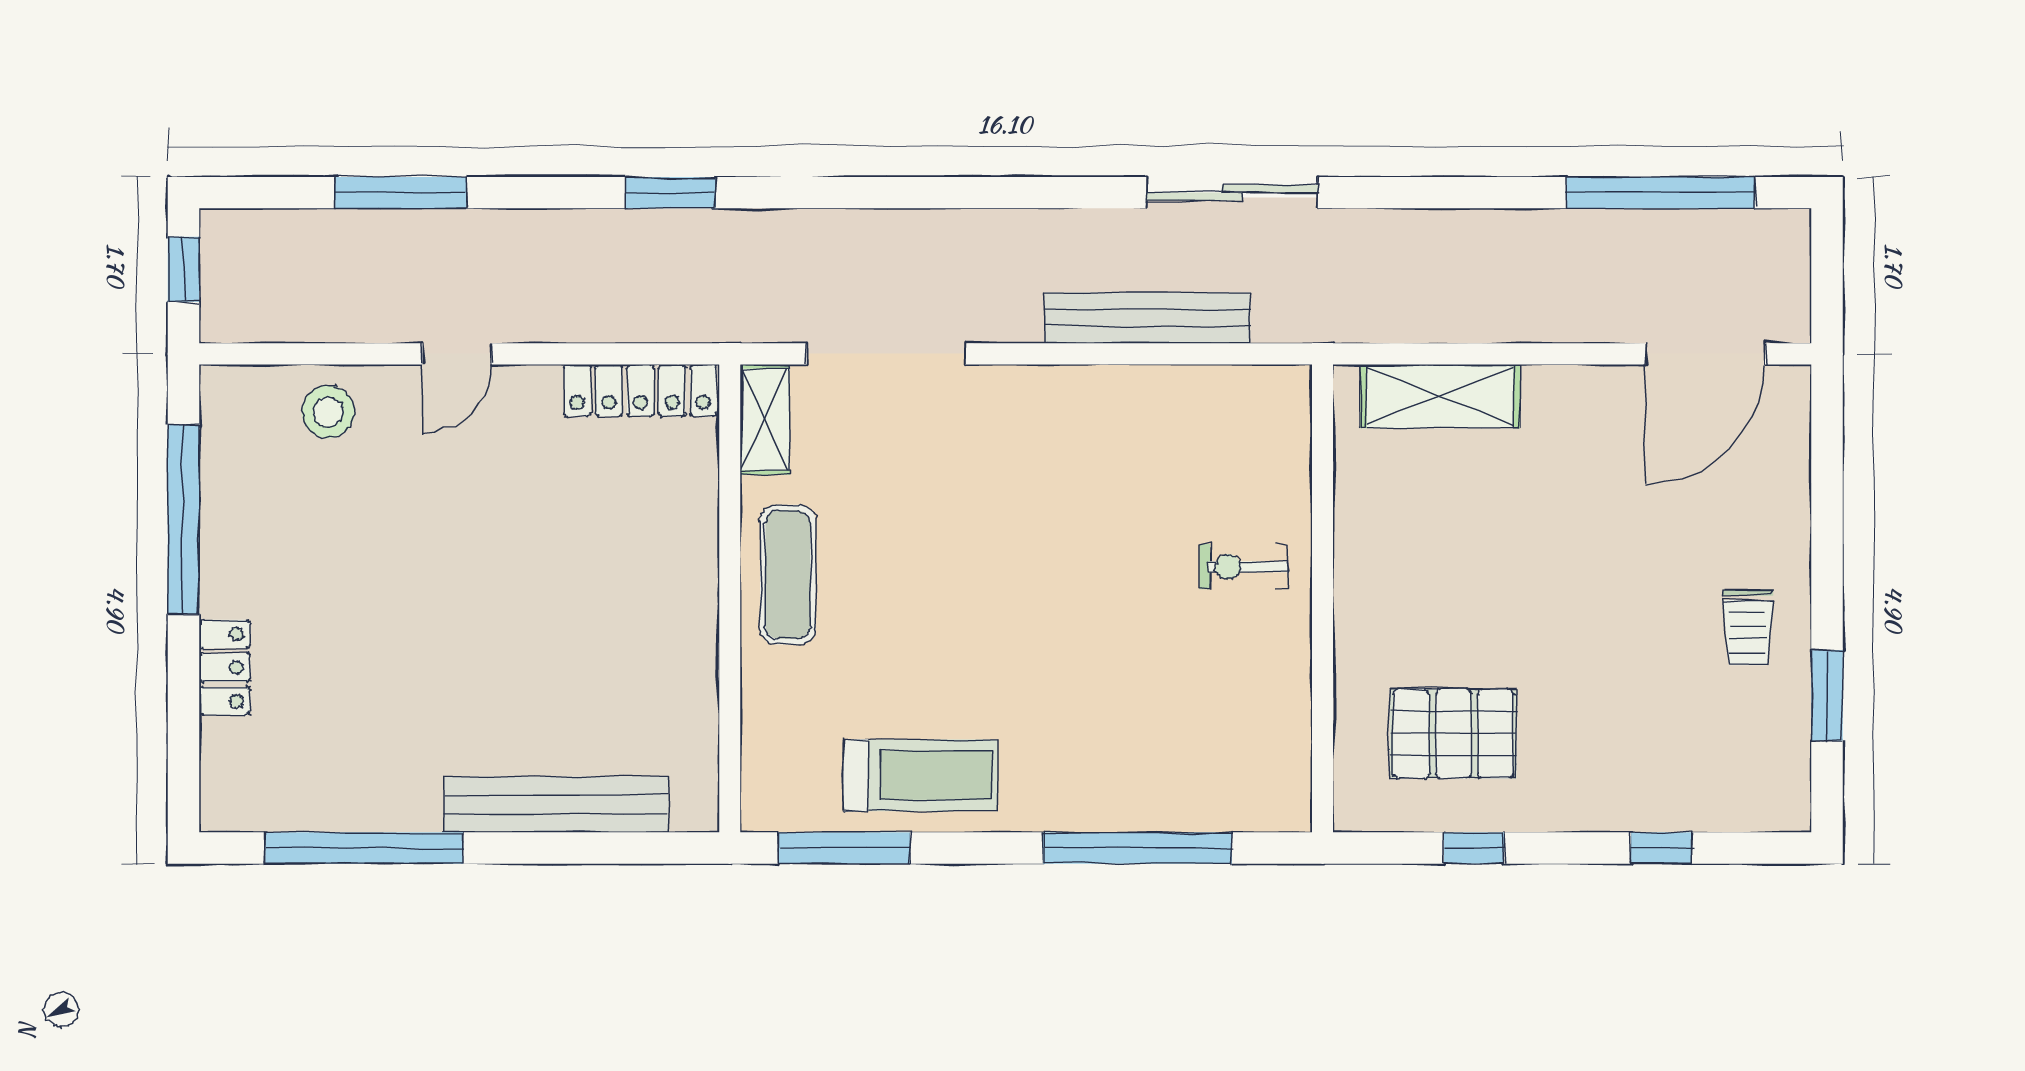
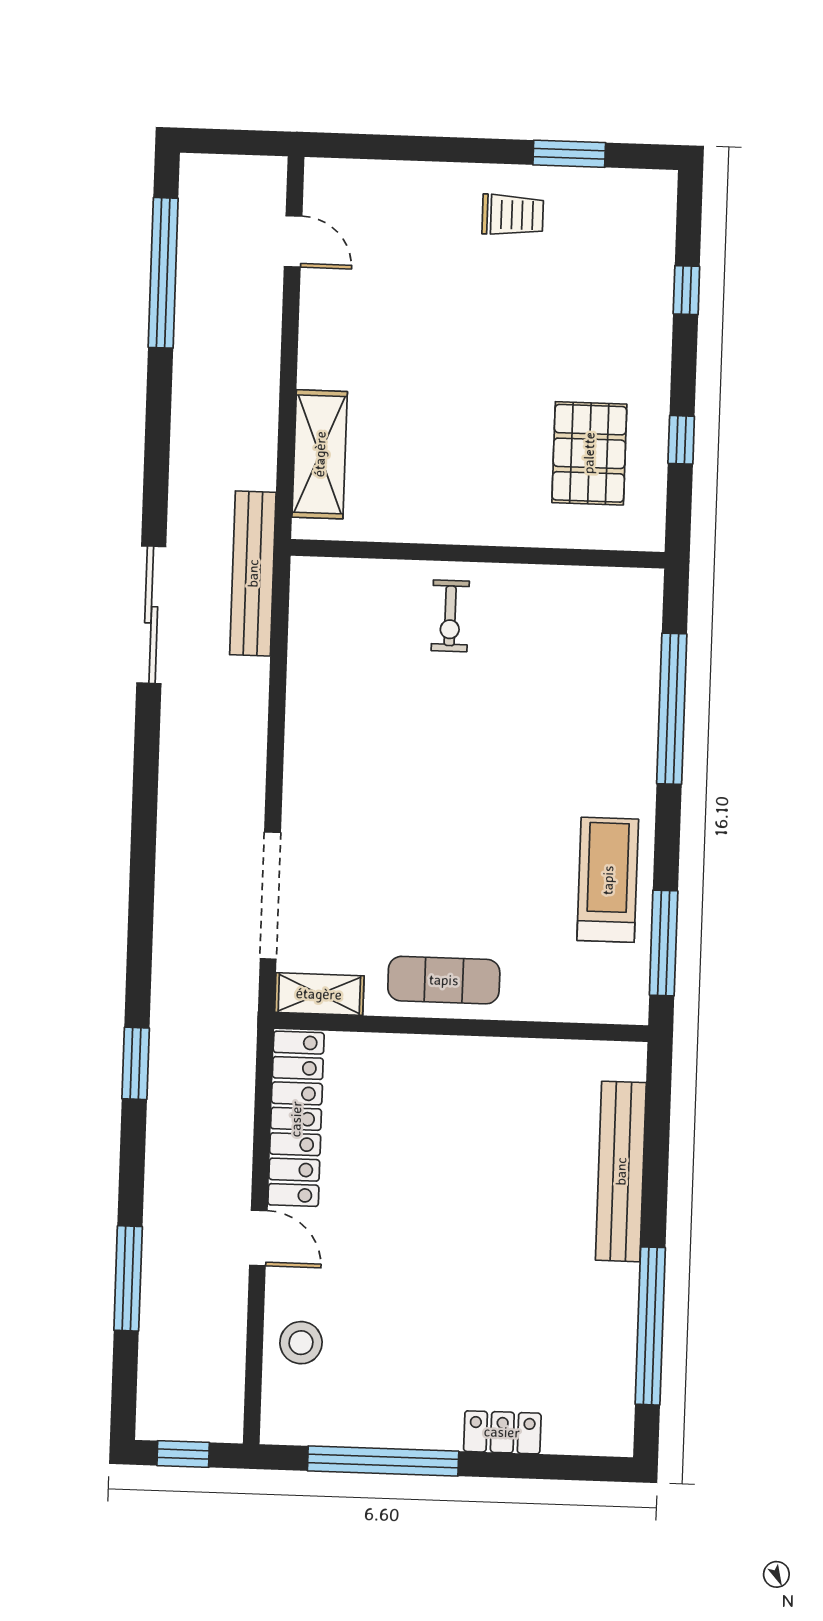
bench: (1147, 318) -> (253, 573), moved
door: (1705, 354) -> (293, 241), width x0.53
locker: (640, 390) -> (296, 1119), width x1.41, depth x1.21

